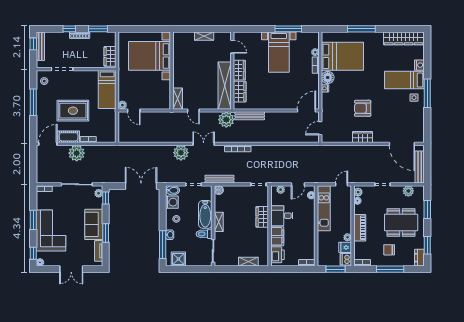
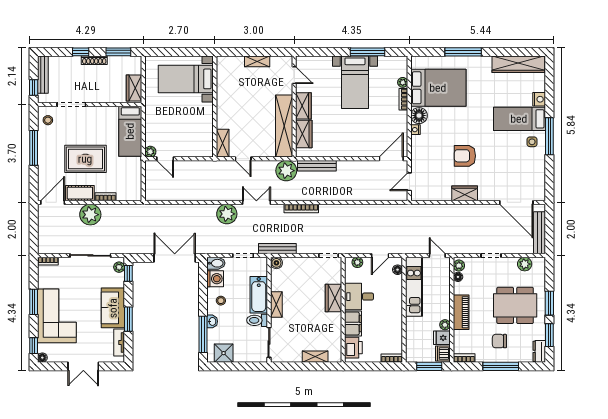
window: (33, 44) -> (34, 87), moved
bed with nightstands: (149, 56) -> (186, 79), width x0.73
door: (342, 184) -> (437, 255), hinge flipped
window: (427, 209) -> (549, 303), moved

